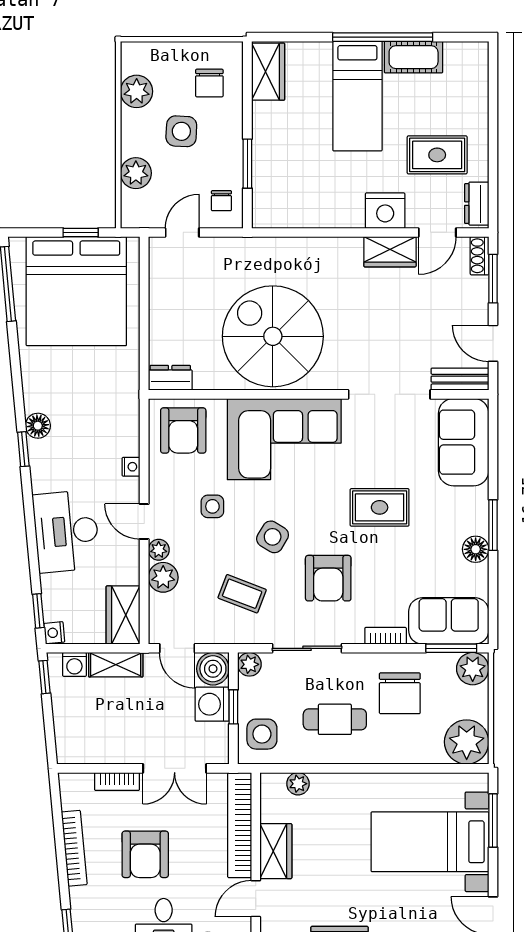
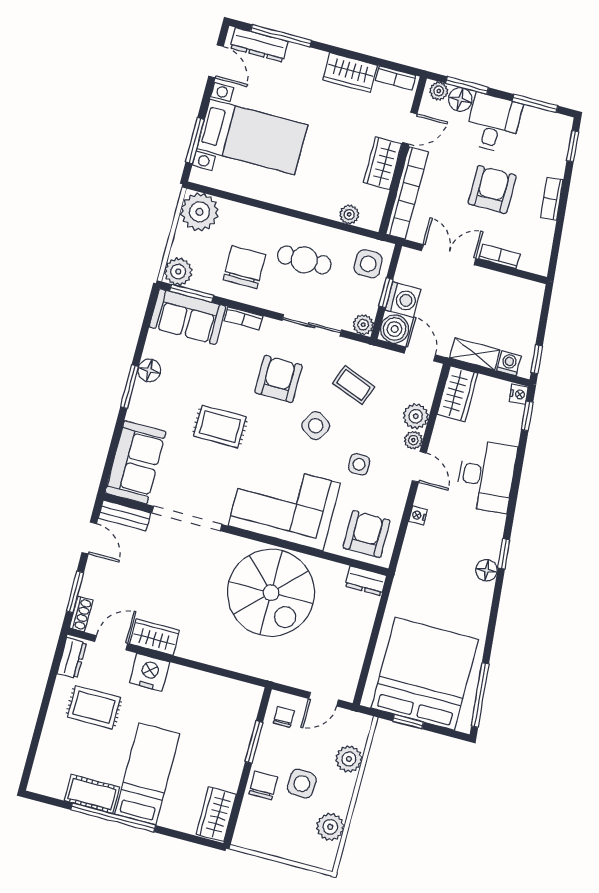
chair: (209, 83) -> (263, 785), moved
bookcase: (74, 848) -> (552, 199), width x0.64

